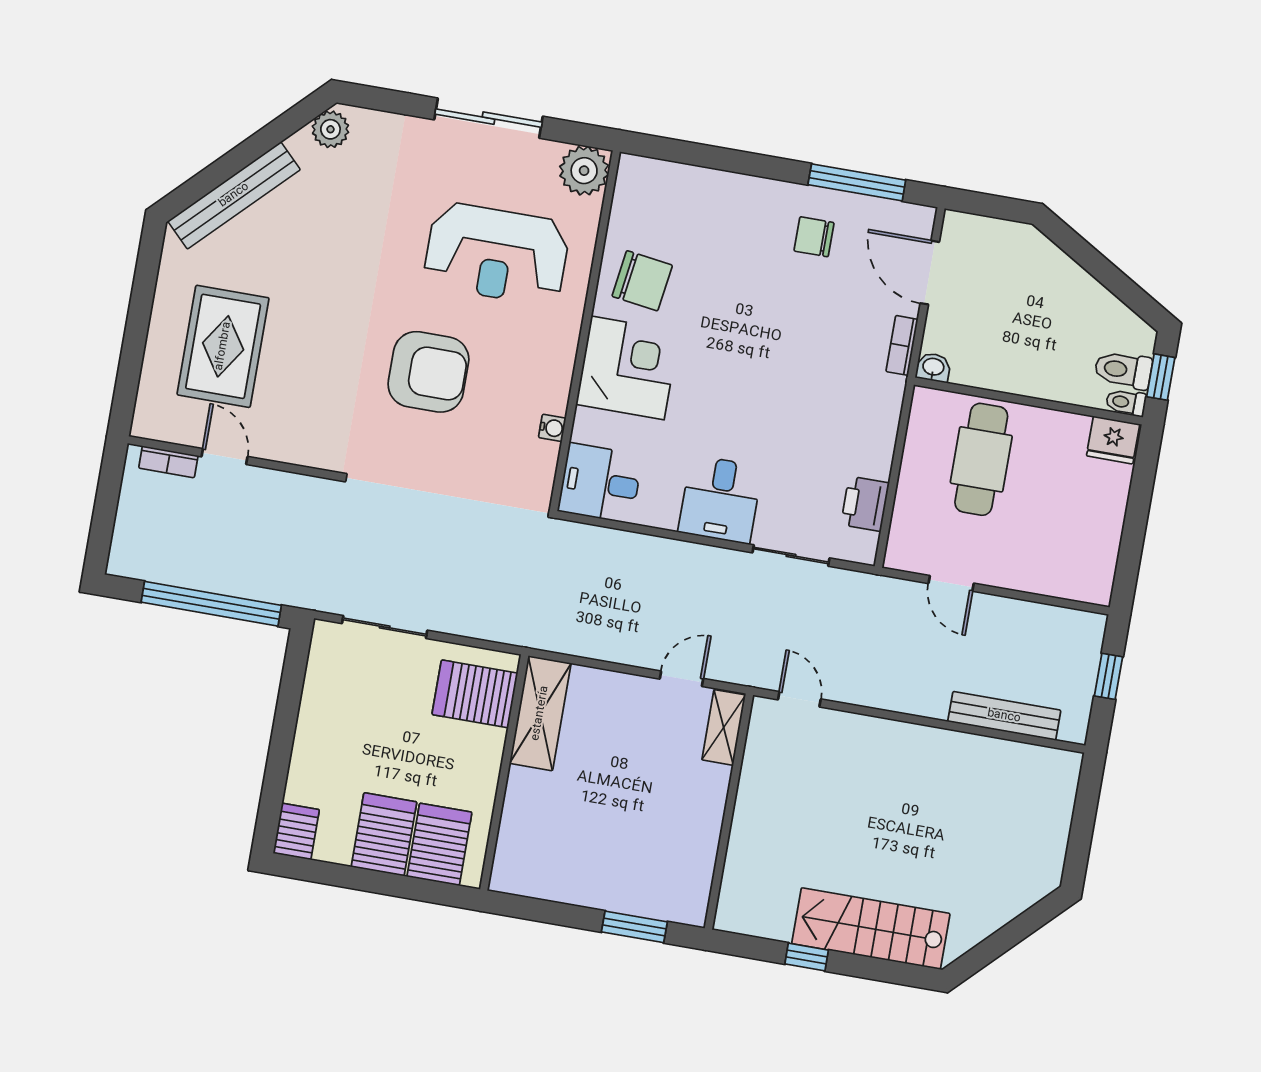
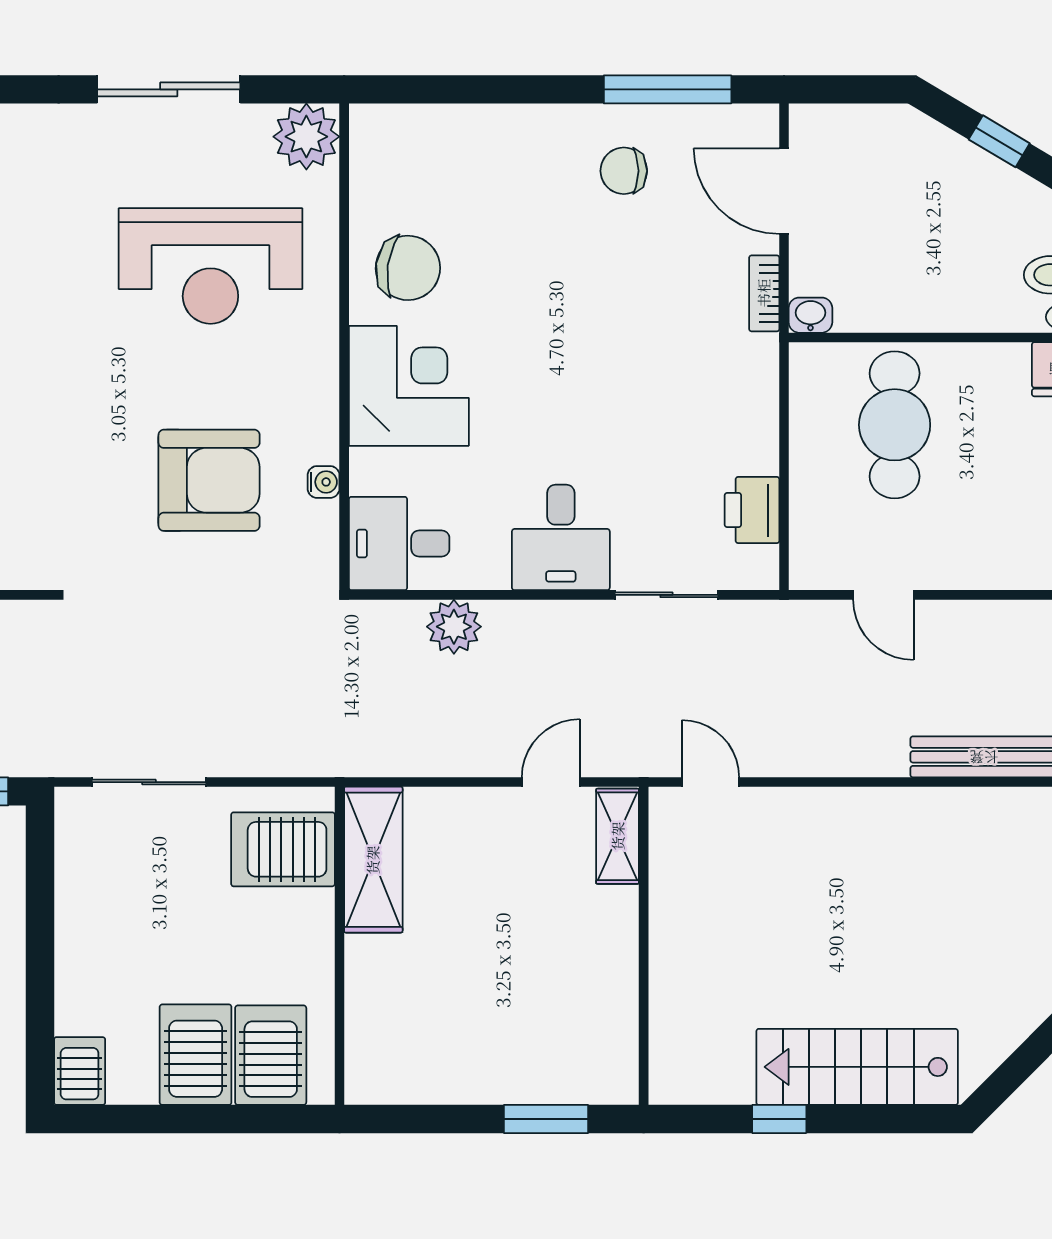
window: (1095, 263) -> (999, 141), added
armchair: (428, 372) -> (209, 480), moved
plant: (630, 552) -> (454, 627), added

